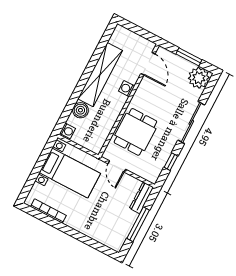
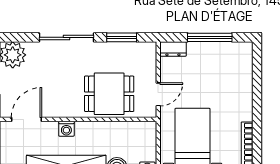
window: (171, 162) -> (122, 37), width x1.50
dresser: (141, 198) -> (173, 49), width x0.70

